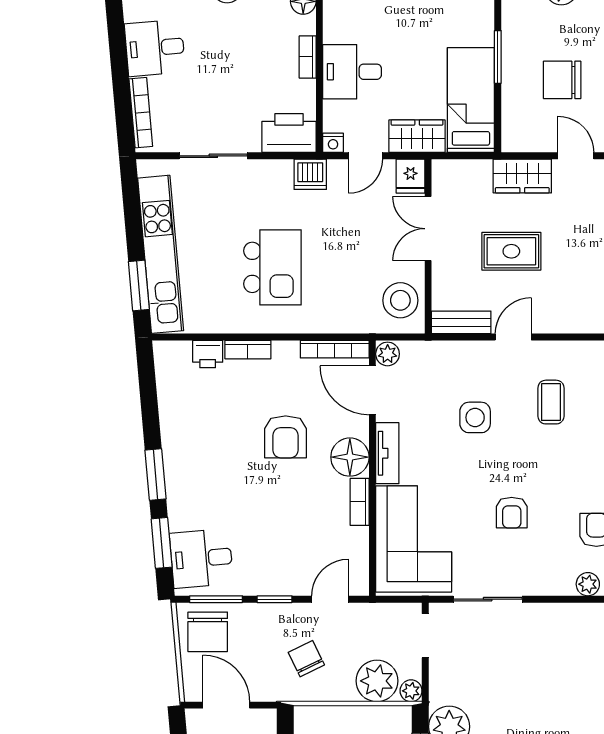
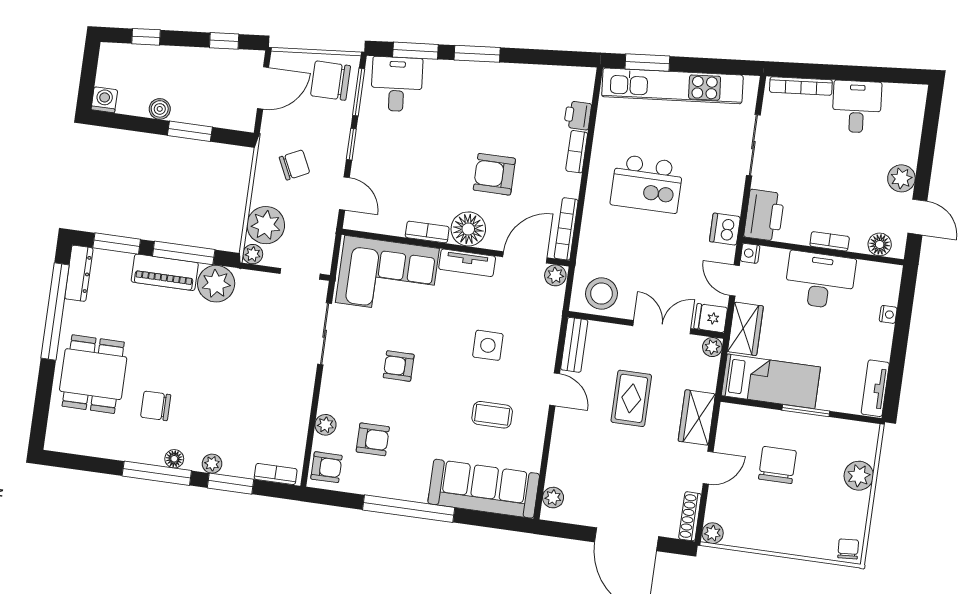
desk: (352, 72) -> (820, 280), width x1.37
plant: (442, 170) -> (712, 347), added

